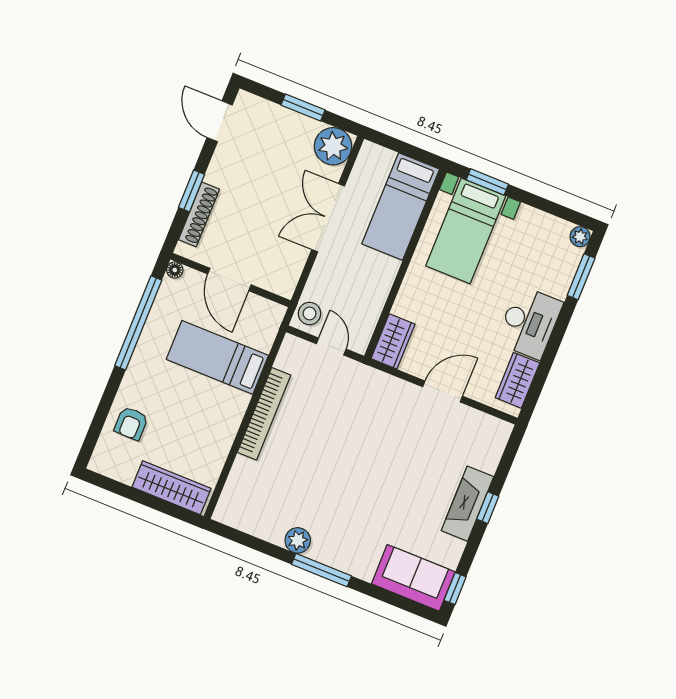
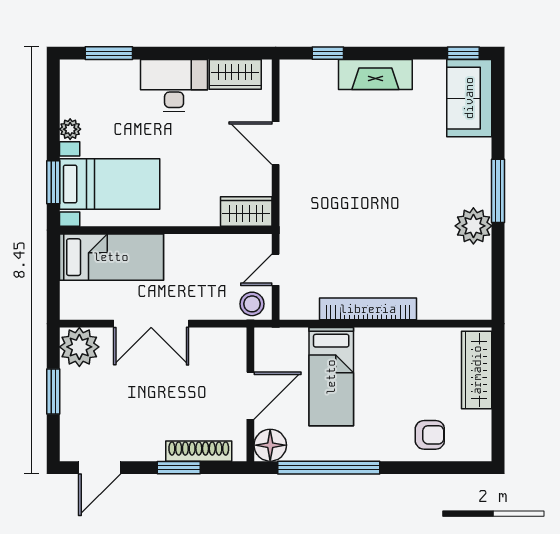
plant: (580, 237) -> (70, 129), moved
floor lamp: (175, 270) -> (270, 445), width x1.89, depth x1.89
window: (488, 508) -> (328, 53), moved
plant: (298, 540) -> (473, 226), width x1.36, depth x1.36

